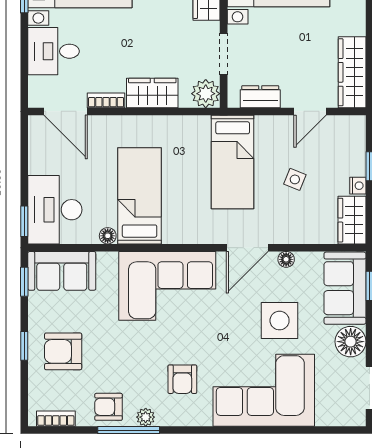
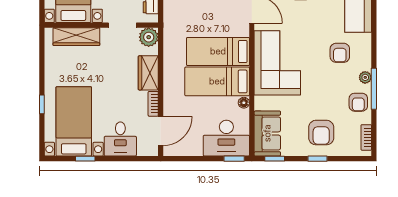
bed: (233, 162) -> (218, 51), moved, turned 180
armchair: (182, 379) -> (340, 53), turned 90

